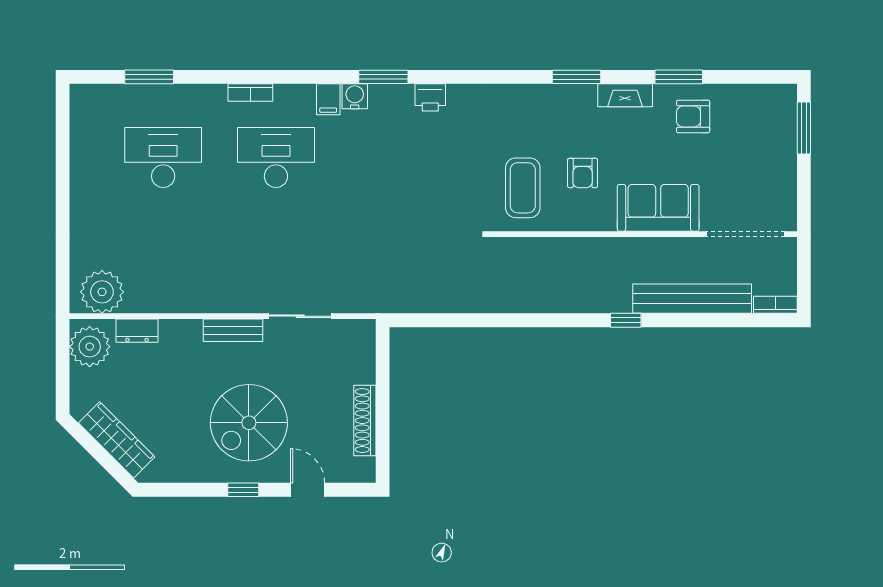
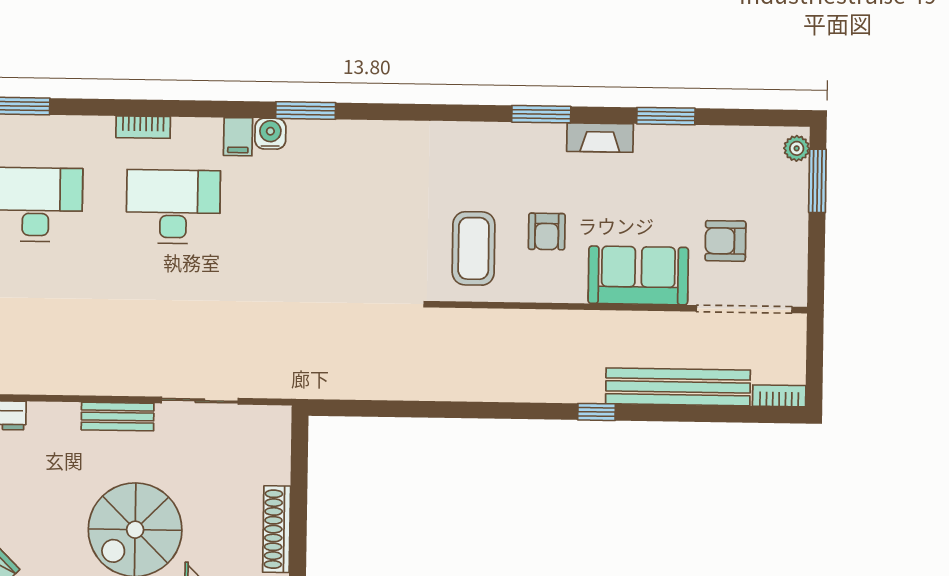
printer: (430, 97) -> (362, 136), removed
plant: (786, 102) -> (797, 148), added
armchair: (693, 117) -> (725, 241), moved

